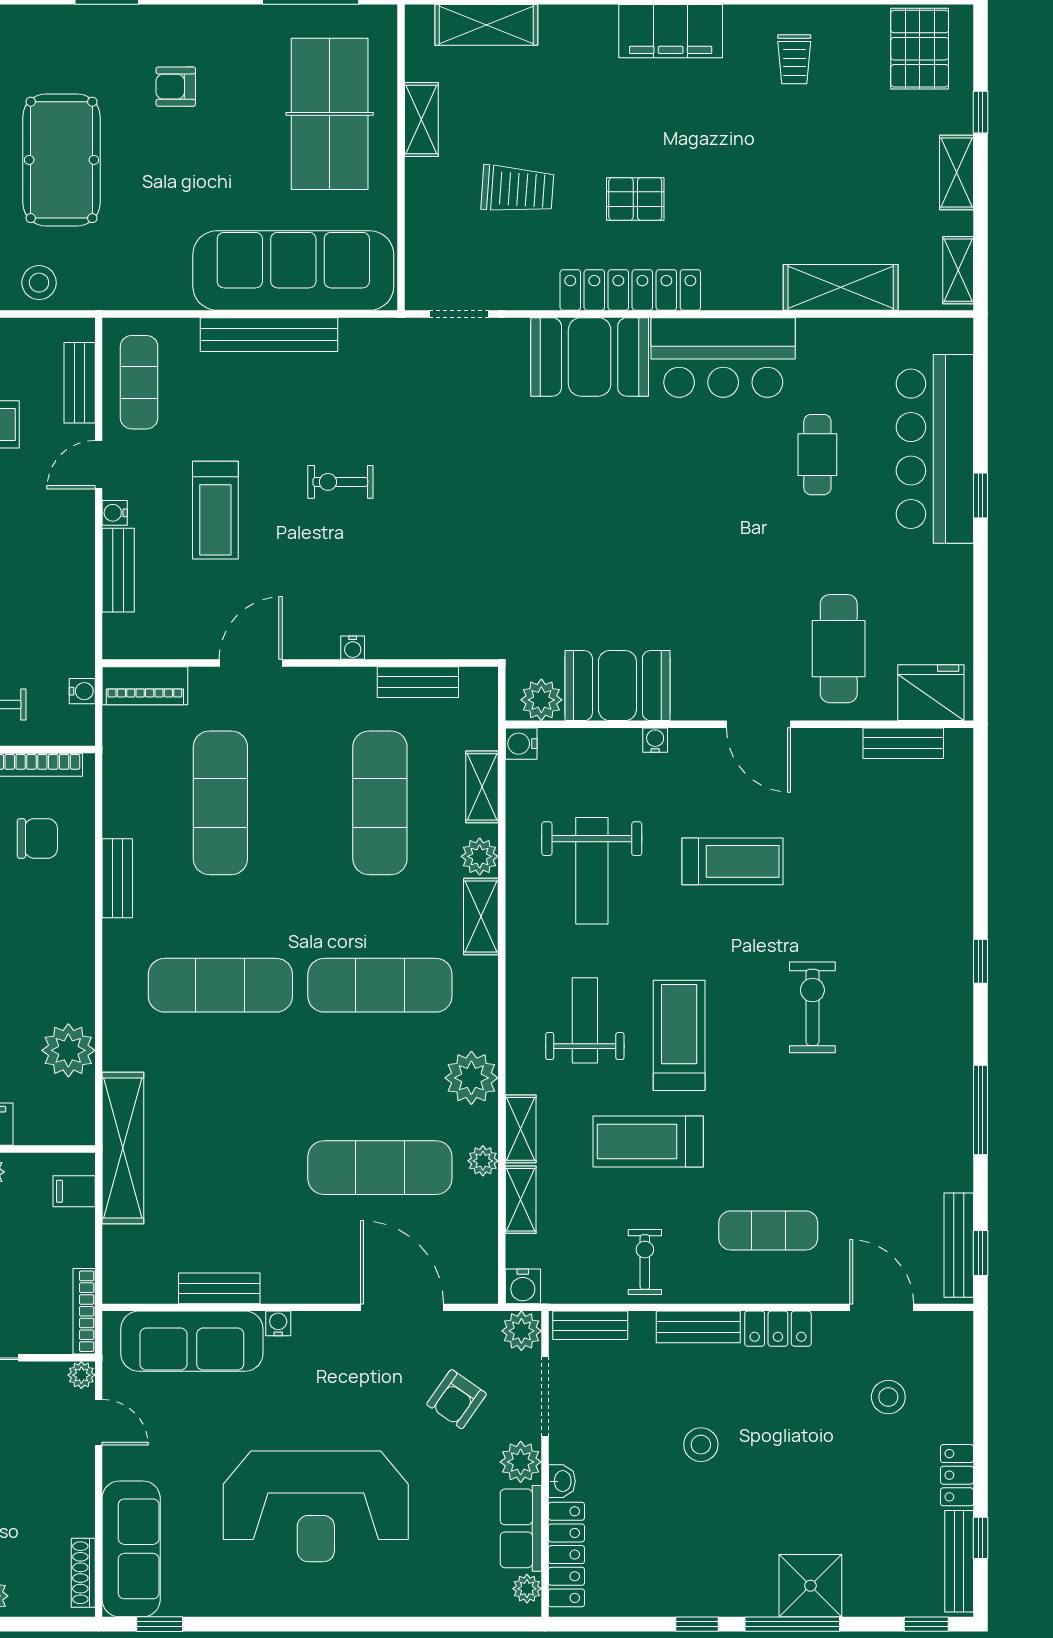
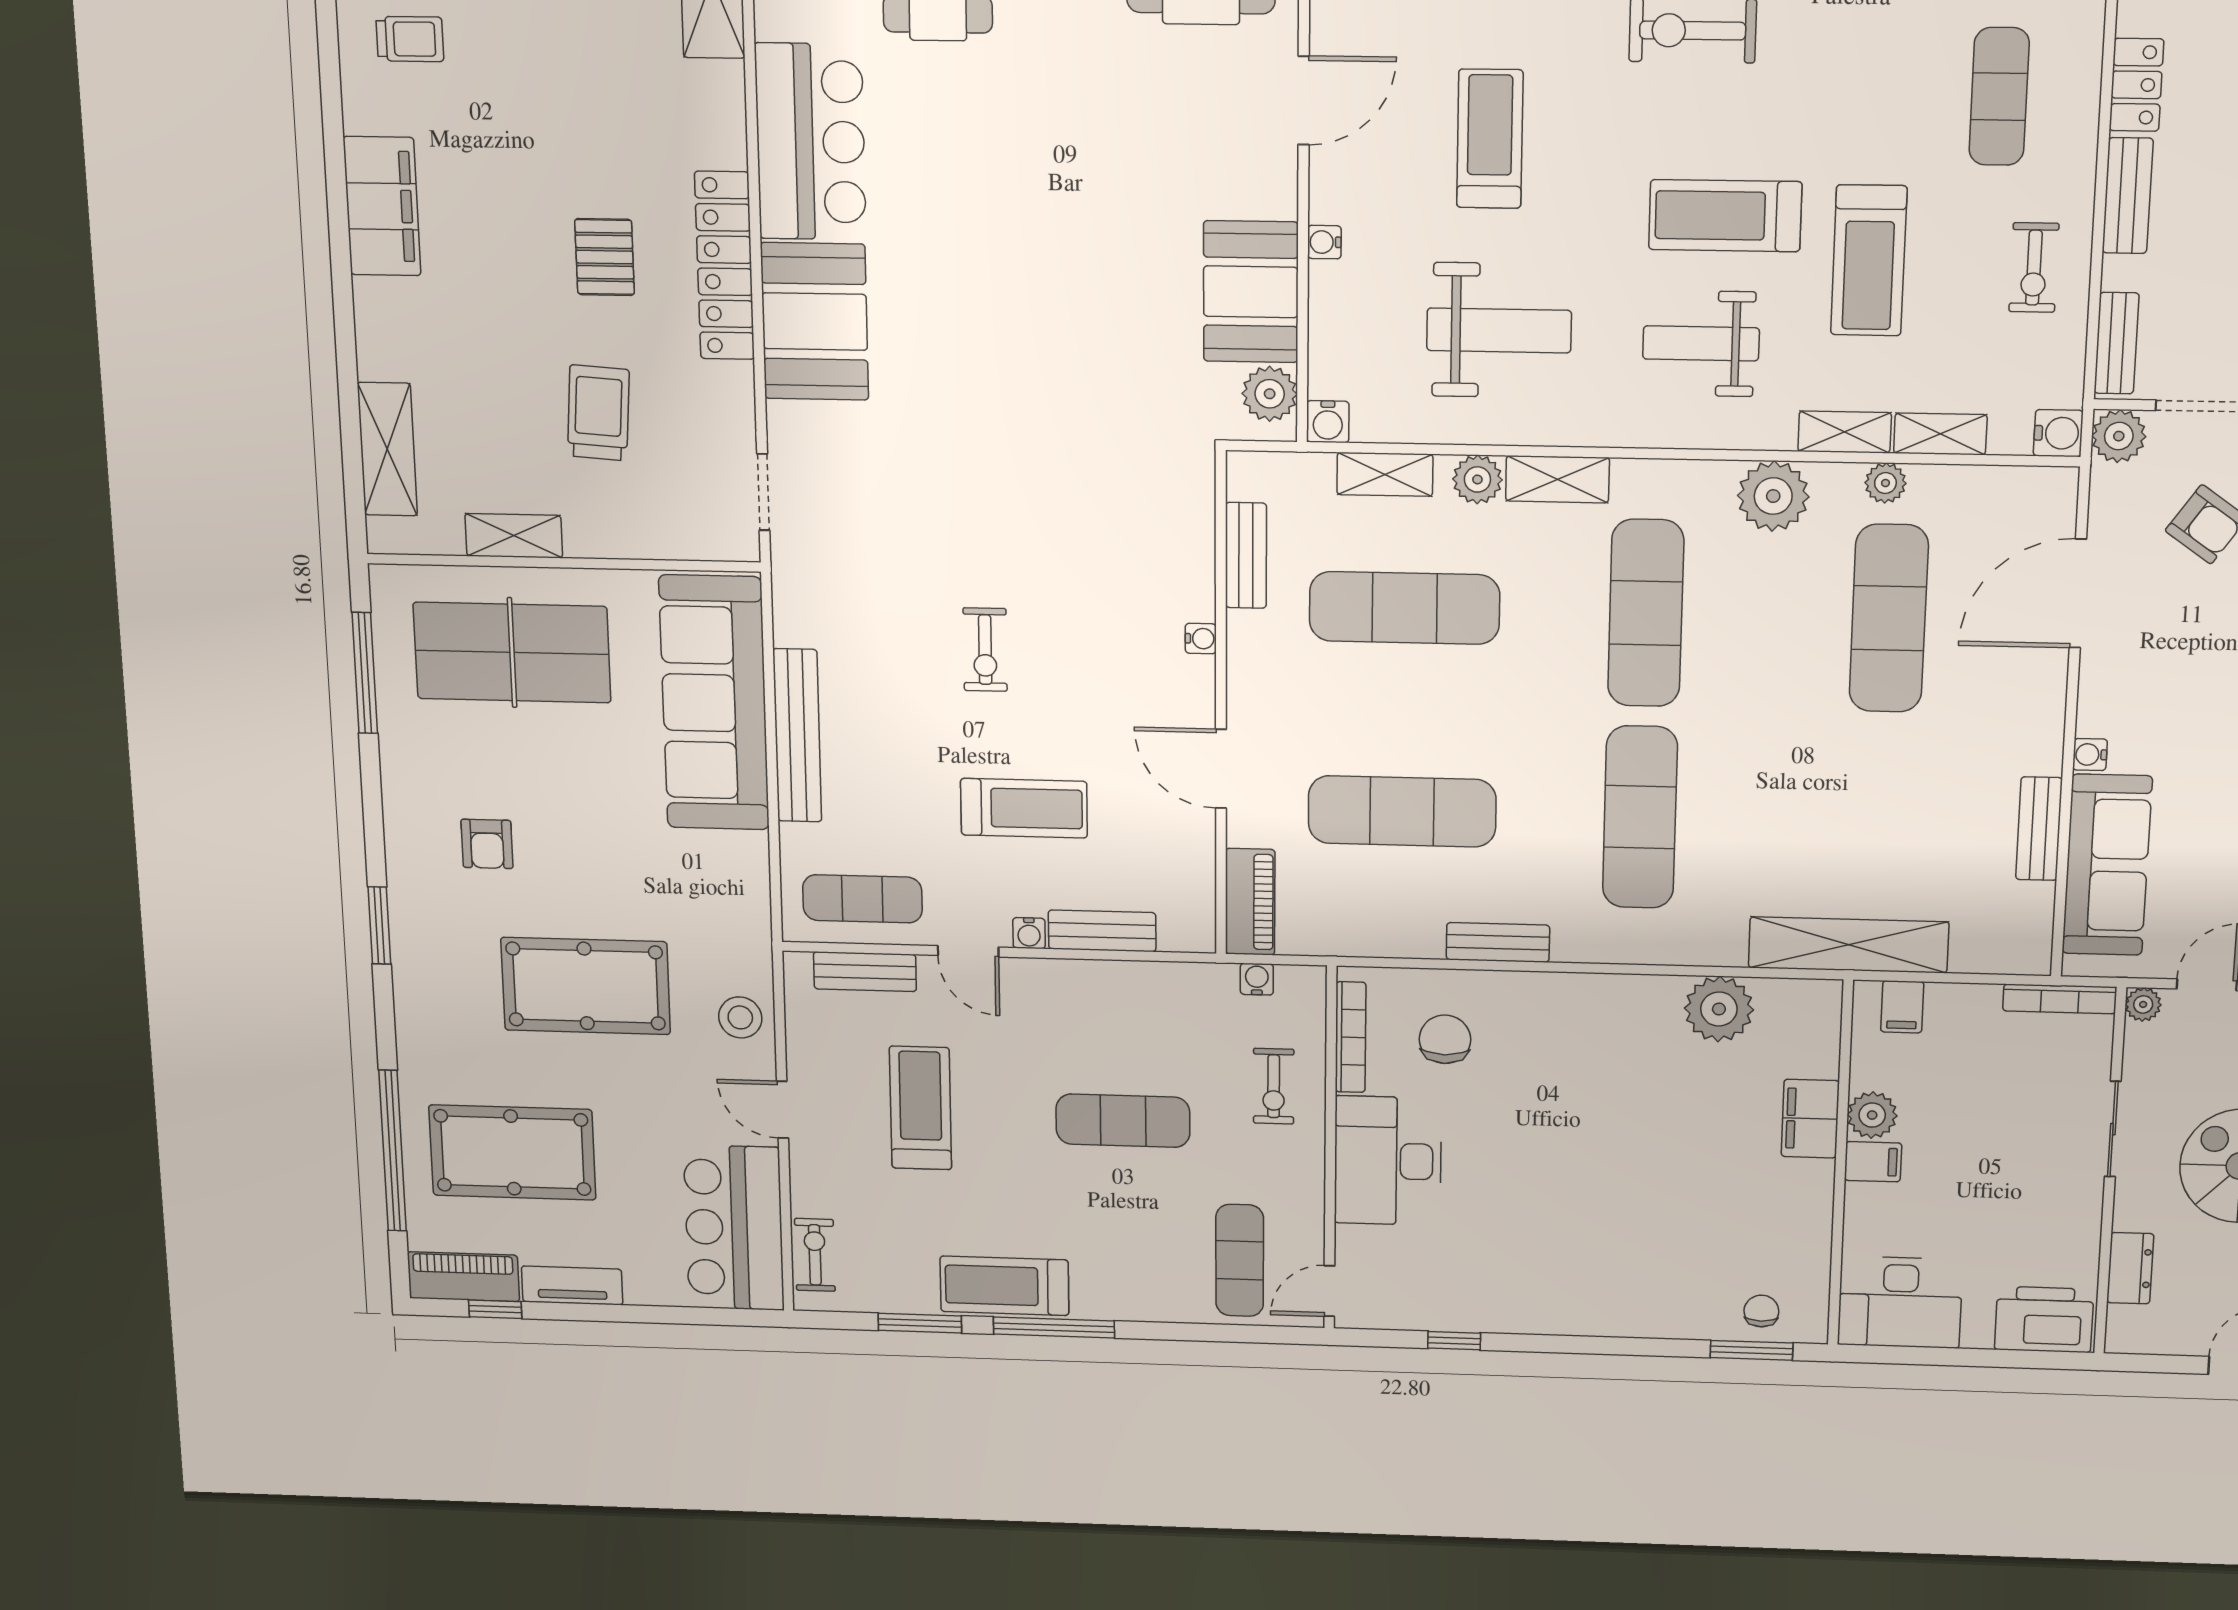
exercise bike: (645, 1262) -> (2034, 268), turned -90

